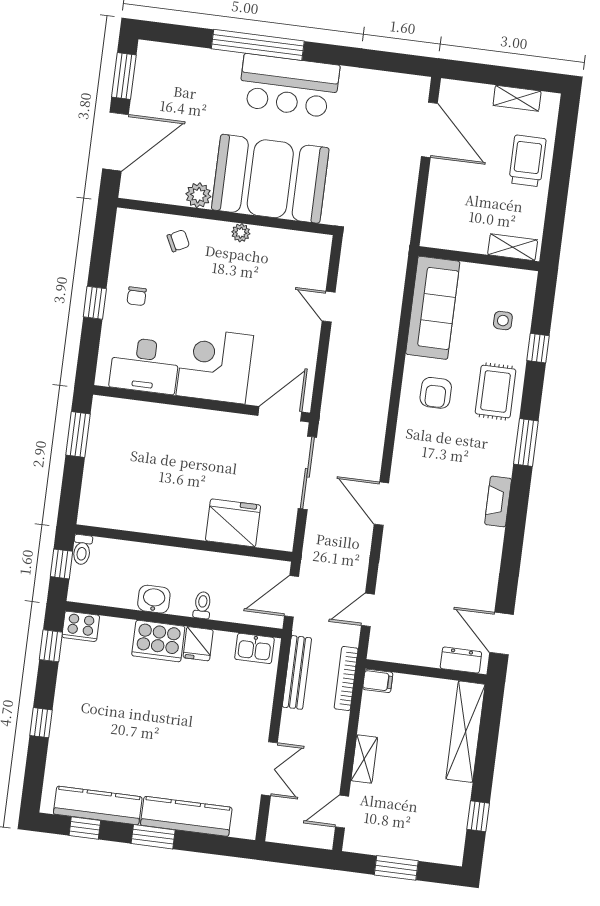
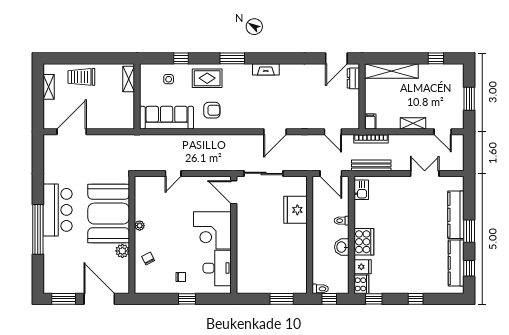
window: (78, 435) -> (282, 299), moved
fridge: (198, 644) -> (363, 267), moved

